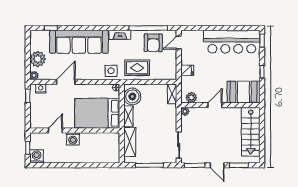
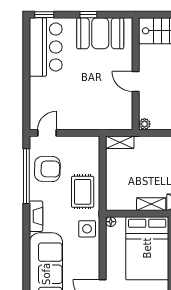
bar counter: (232, 42) -> (46, 47), width x0.73
door: (179, 43) -> (47, 133), swing flipped
fridge: (187, 70) -> (86, 121), removed
booth: (244, 92) -> (100, 33), moved, turned 90
boiler: (132, 96) -> (123, 199), removed
plant: (191, 98) -> (125, 115), removed

